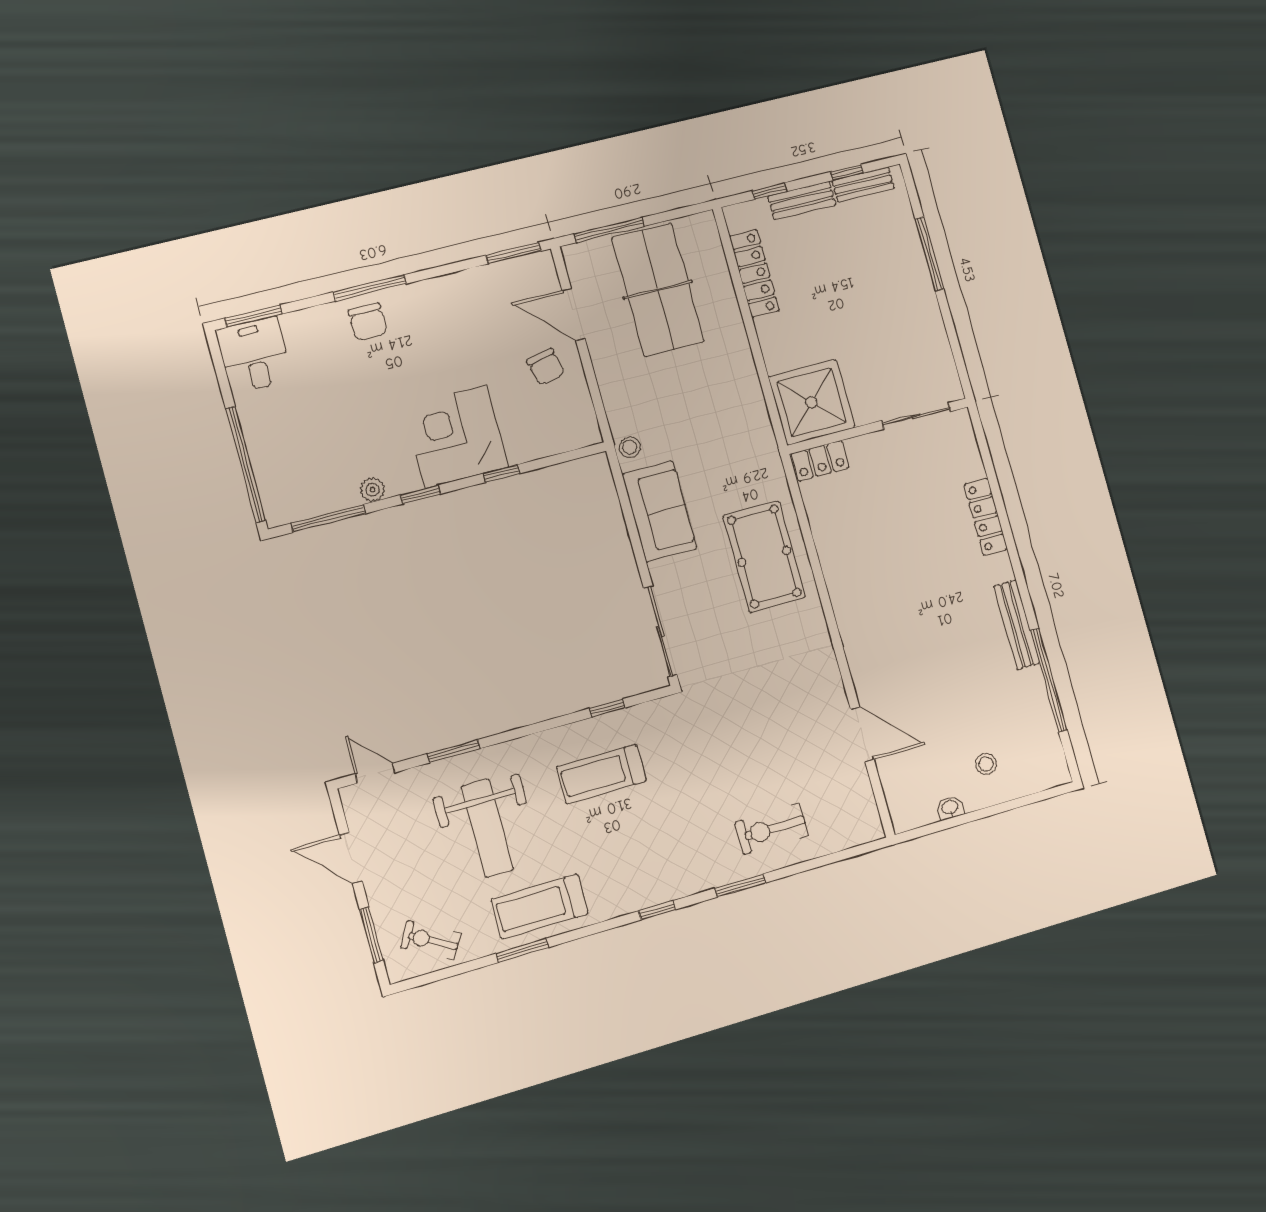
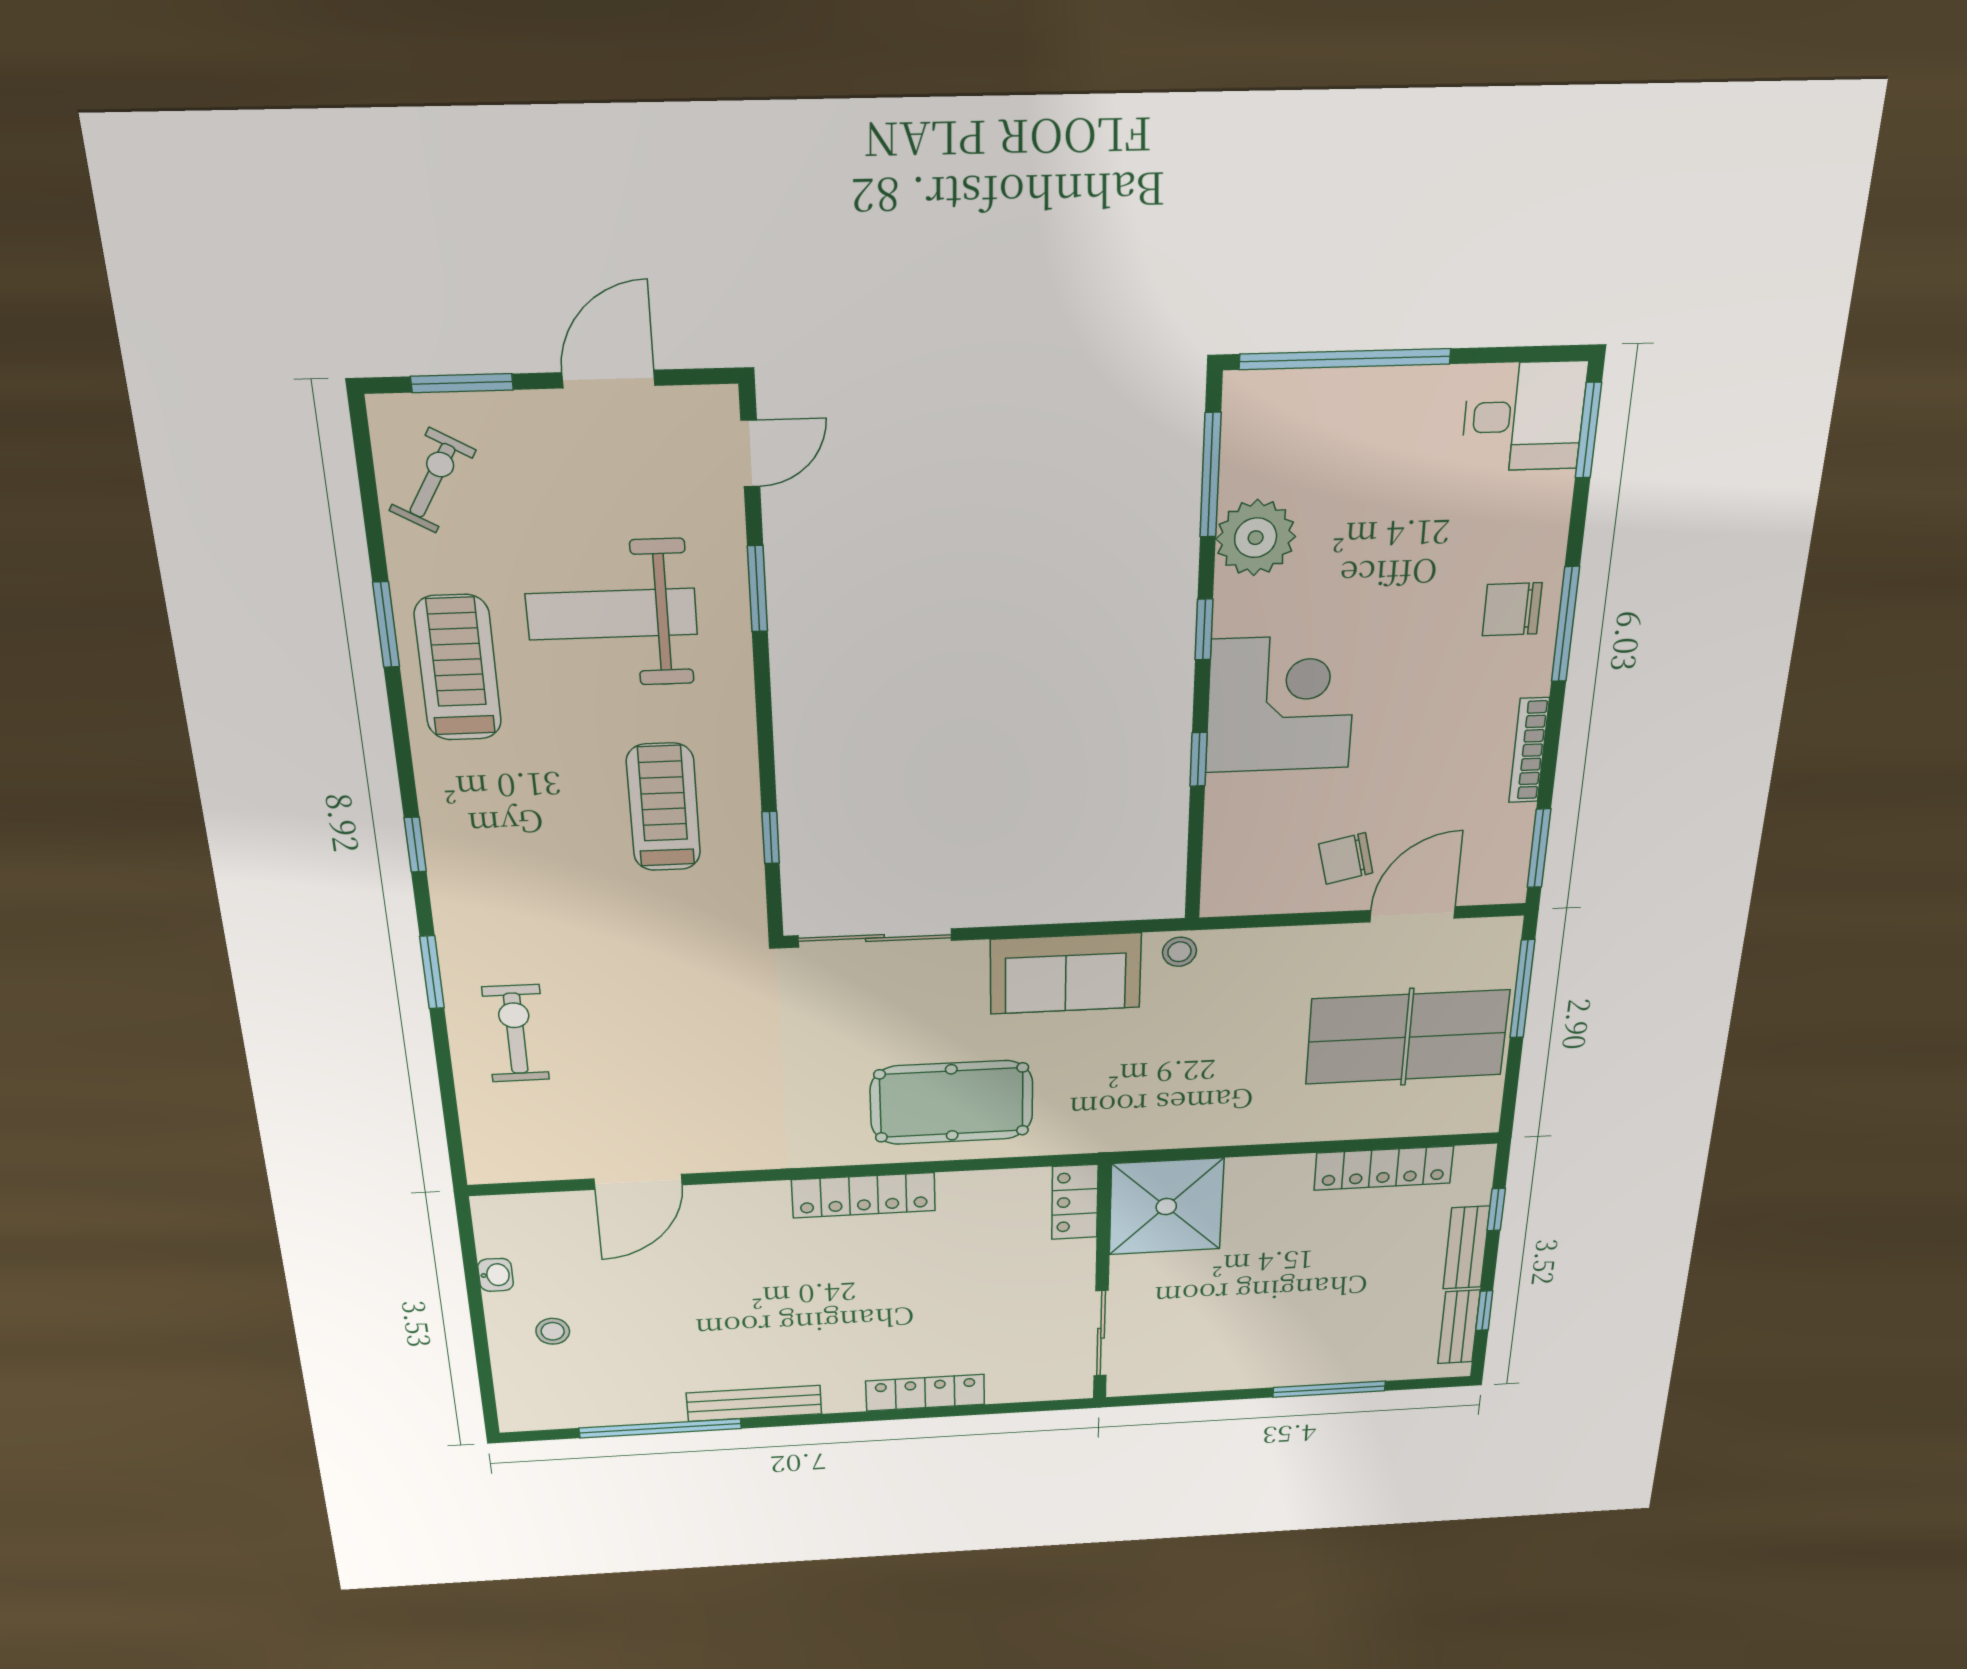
bookcase: (452, 281) -> (1529, 750), added
plant: (372, 490) -> (1256, 538), width x1.88, depth x1.88
locker: (843, 594) -> (864, 1195), added

